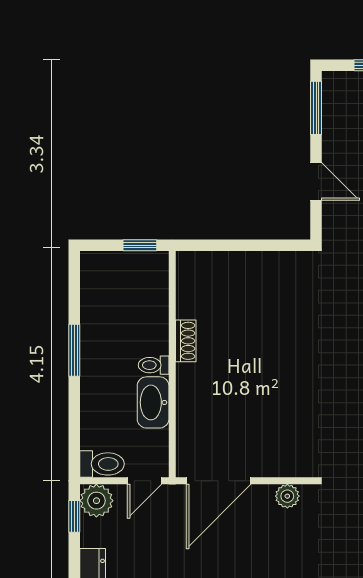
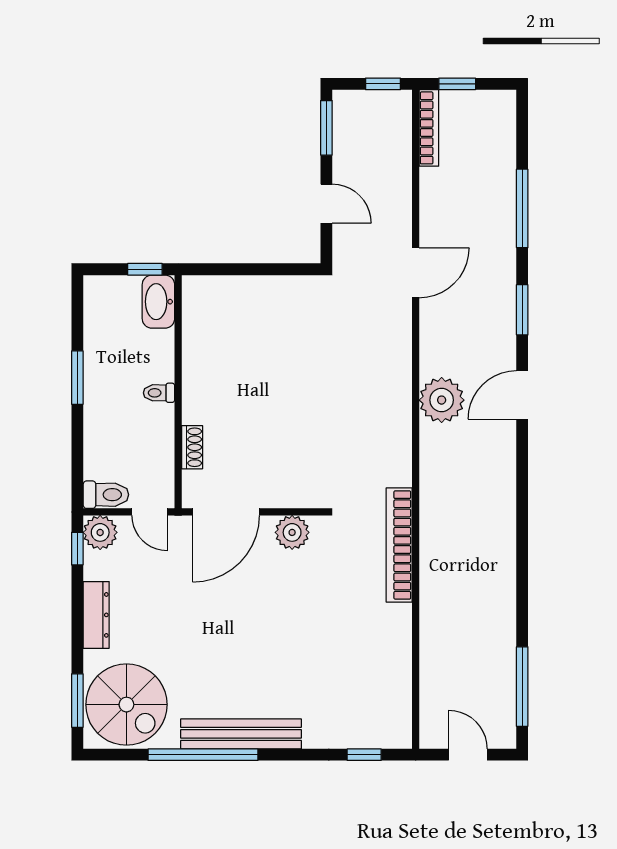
shoe rack: (186, 341) -> (192, 447), moved
washbasin: (153, 402) -> (158, 302), moved
door: (144, 481) -> (150, 512), hinge flipped
plant: (287, 496) -> (292, 532), width x1.38, depth x1.38

